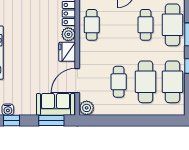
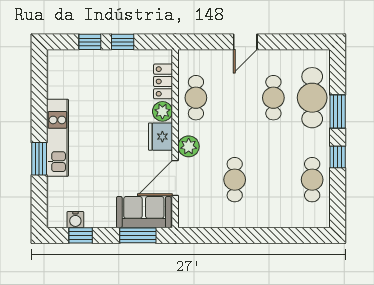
cafe table: (146, 82) -> (273, 180), removed
cafe table: (172, 82) -> (312, 180), width x0.73, depth x0.74
plant: (87, 108) -> (189, 146), moved

